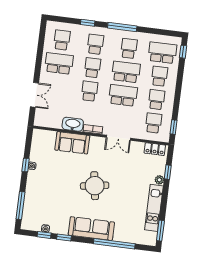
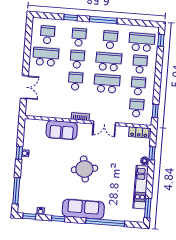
washbasin: (73, 124) -> (61, 113), removed
window: (44, 235) -> (29, 216), moved

